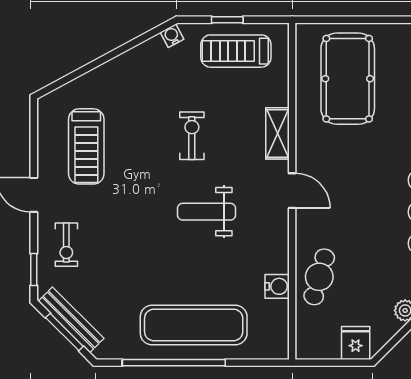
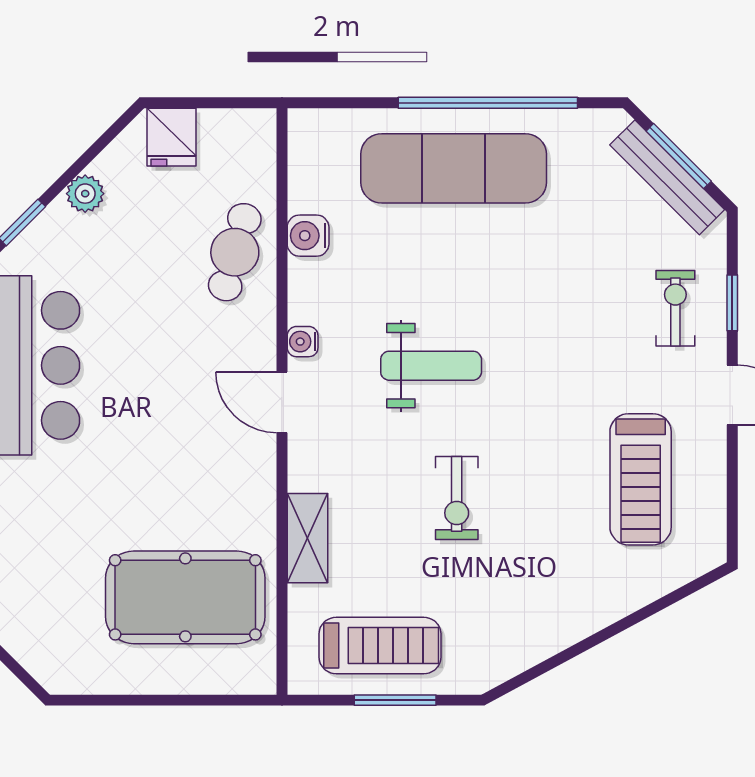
window: (227, 20) -> (395, 700), width x1.50
water cooler: (172, 36) -> (303, 342), moved, turned 118
pool table: (348, 79) -> (185, 597), turned 90
shelving: (277, 133) -> (308, 538), moved
treadmill: (86, 146) -> (641, 479), turned 180
window: (34, 269) -> (732, 303), moved

